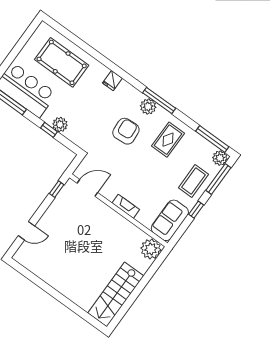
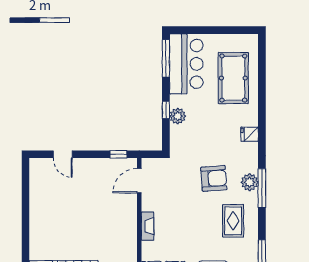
rug: (168, 140) -> (233, 221), turned 90
door: (87, 188) -> (139, 181), swing flipped

